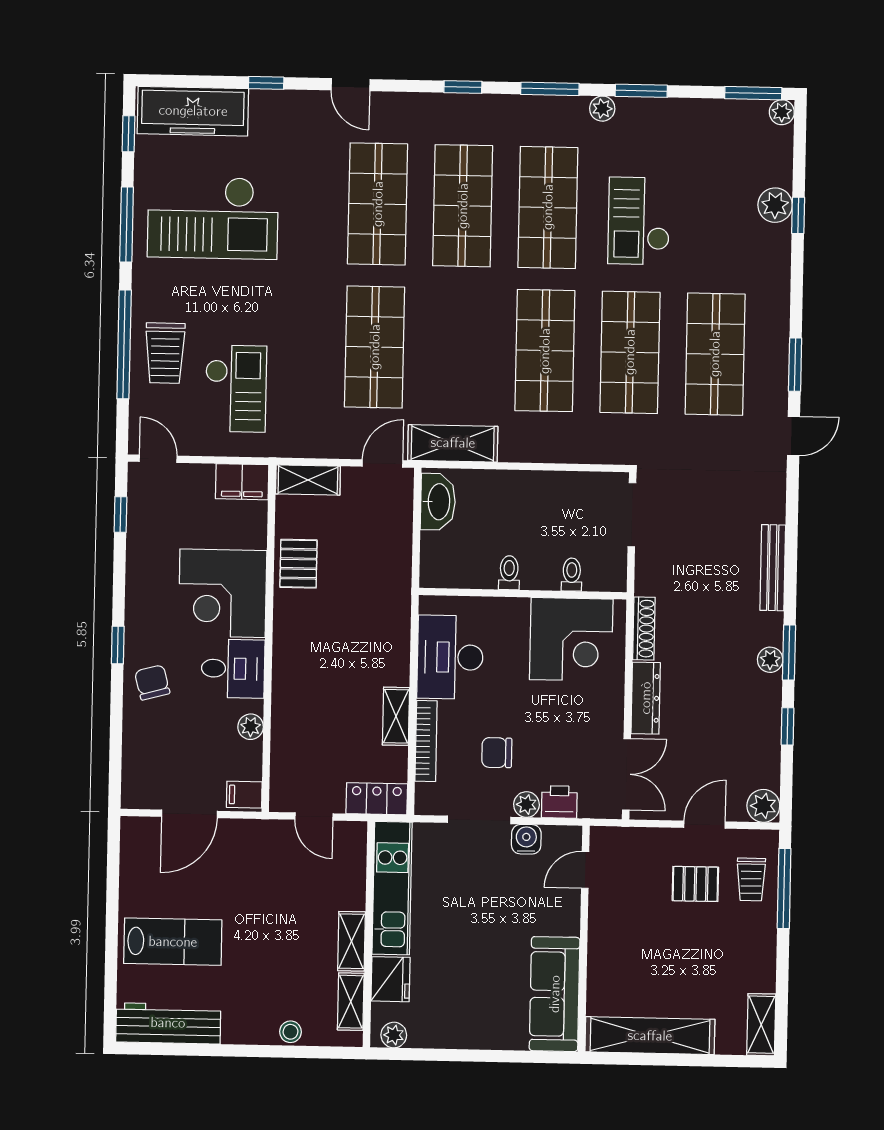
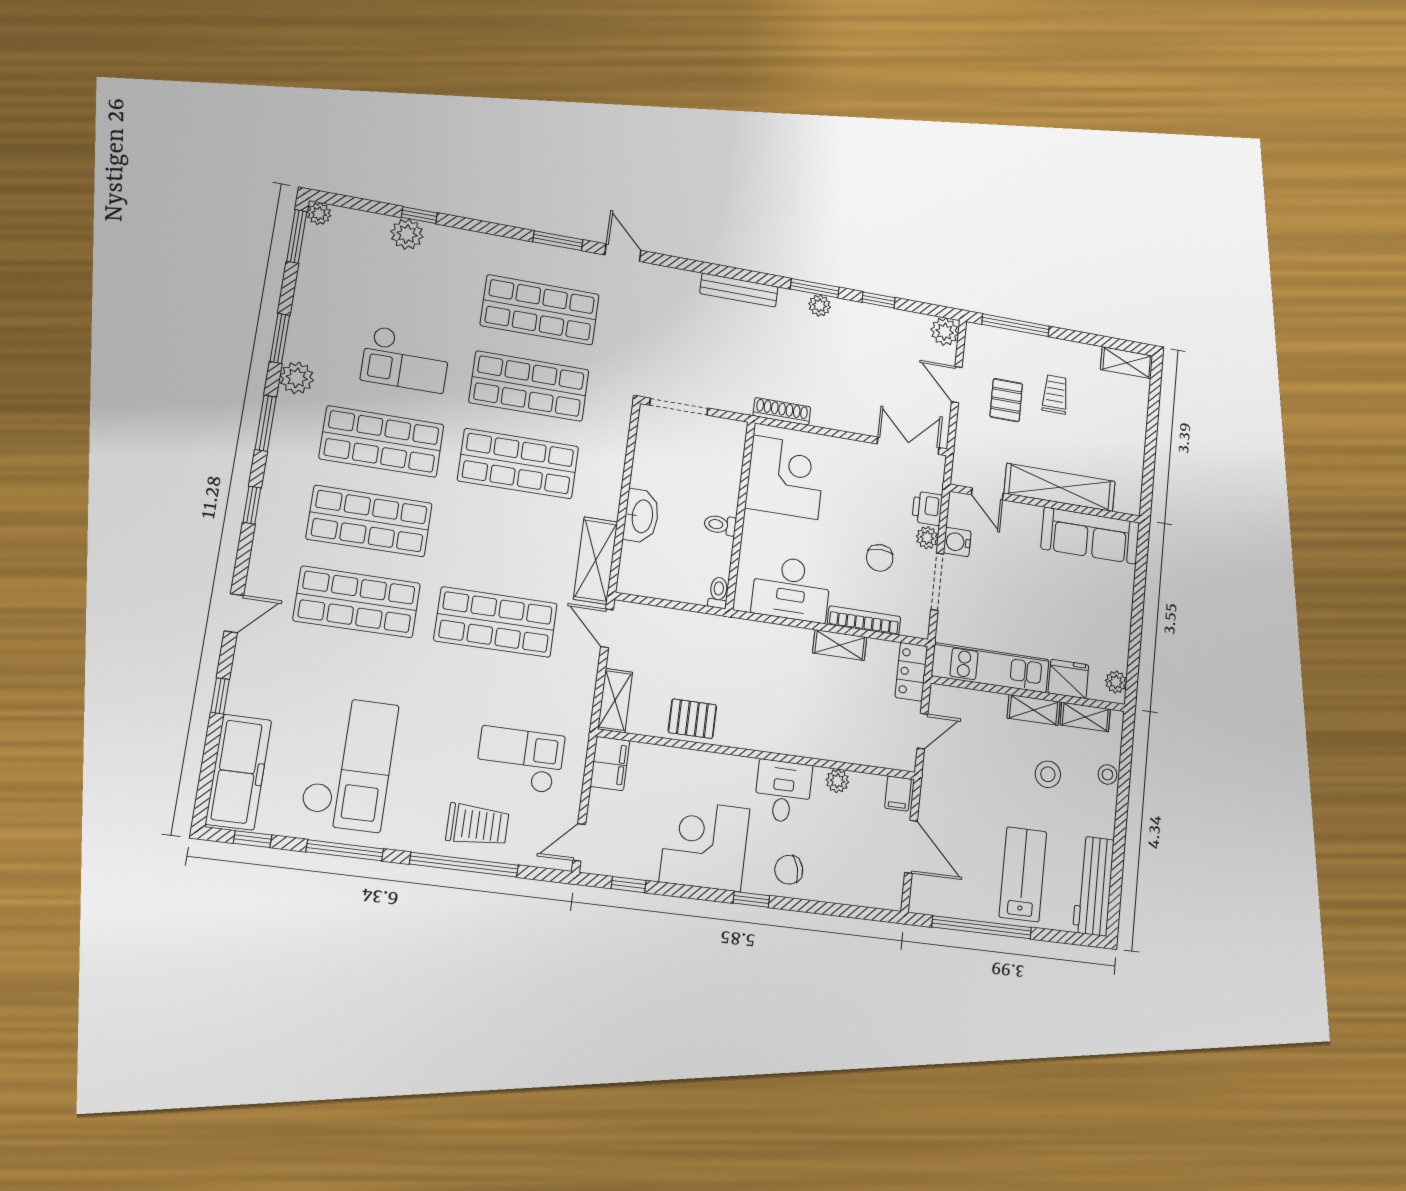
plant: (602, 109) -> (297, 378), width x1.38, depth x1.38
washbasin: (438, 502) -> (641, 516), moved, turned 90
toilet: (572, 575) -> (718, 593), moved, turned 90
corner desk: (223, 593) -> (705, 845), moved, turned 180
dresser: (646, 698) -> (843, 419), removed
trolley: (751, 879) -> (1055, 394), moved, turned -90
window: (112, 899) -> (982, 927), added
stool: (283, 963) -> (1048, 774), added
shelving: (650, 1036) -> (1060, 487), moved, turned 90

